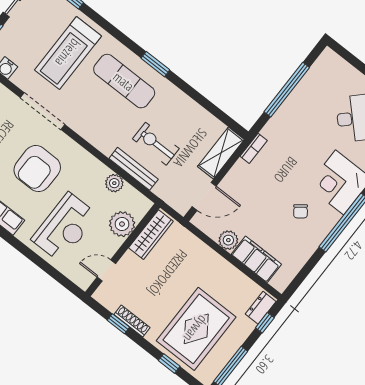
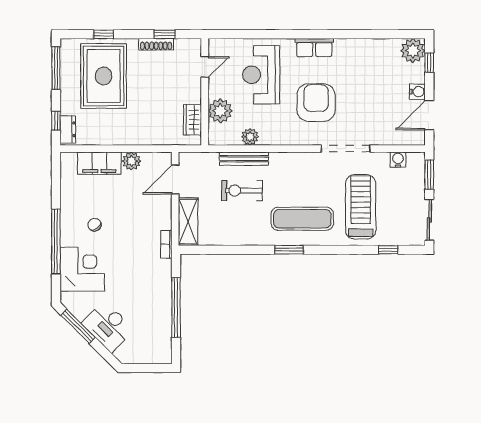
exercise bike: (156, 144) -> (242, 191), turned 180
wardrobe: (151, 235) -> (193, 120), width x0.67

